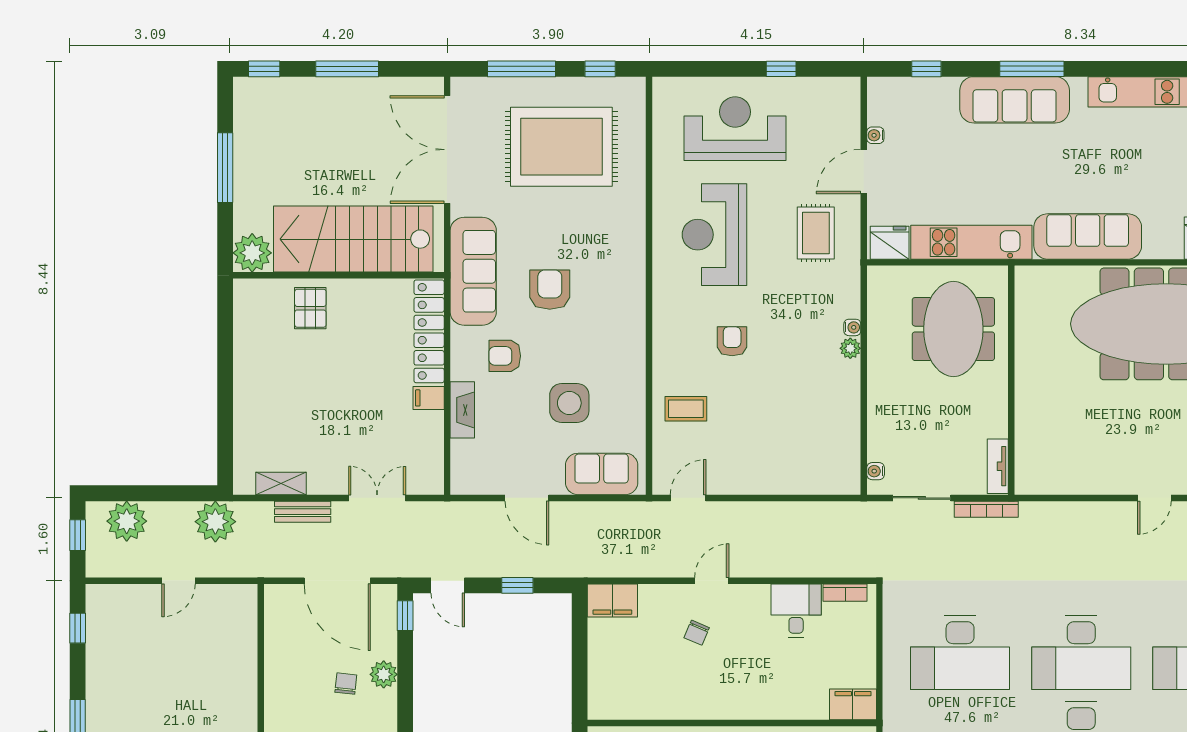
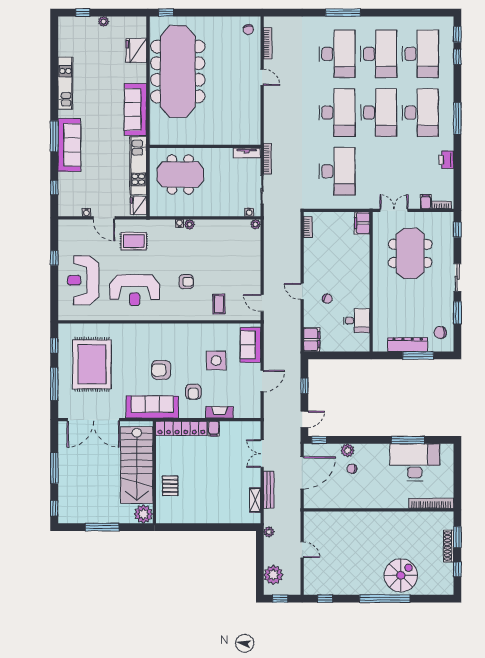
pallet: (310, 308) -> (170, 486), turned 90
armchair: (732, 341) -> (186, 282), turned 180
plant: (850, 485) -> (256, 224), added
bench: (303, 512) -> (269, 490), width x1.36
plant: (215, 522) -> (269, 532), width x0.53, depth x0.53
desk: (796, 611) -> (357, 321), moved, turned 180

